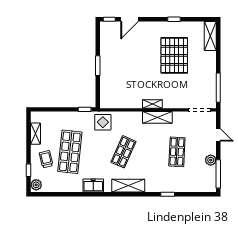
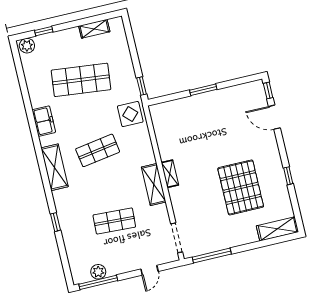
pallet: (174, 55) -> (241, 187), turned 90
shop shelf: (123, 152) -> (98, 150), turned -33
trolley: (46, 159) -> (64, 51), removed
plant: (211, 160) -> (98, 272), moved

